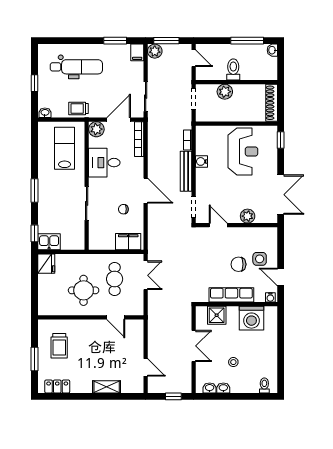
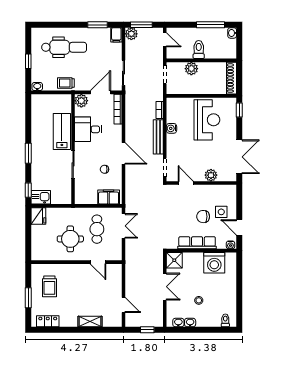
lab bench: (65, 148) -> (62, 131), moved
shower: (217, 315) -> (174, 260), moved

